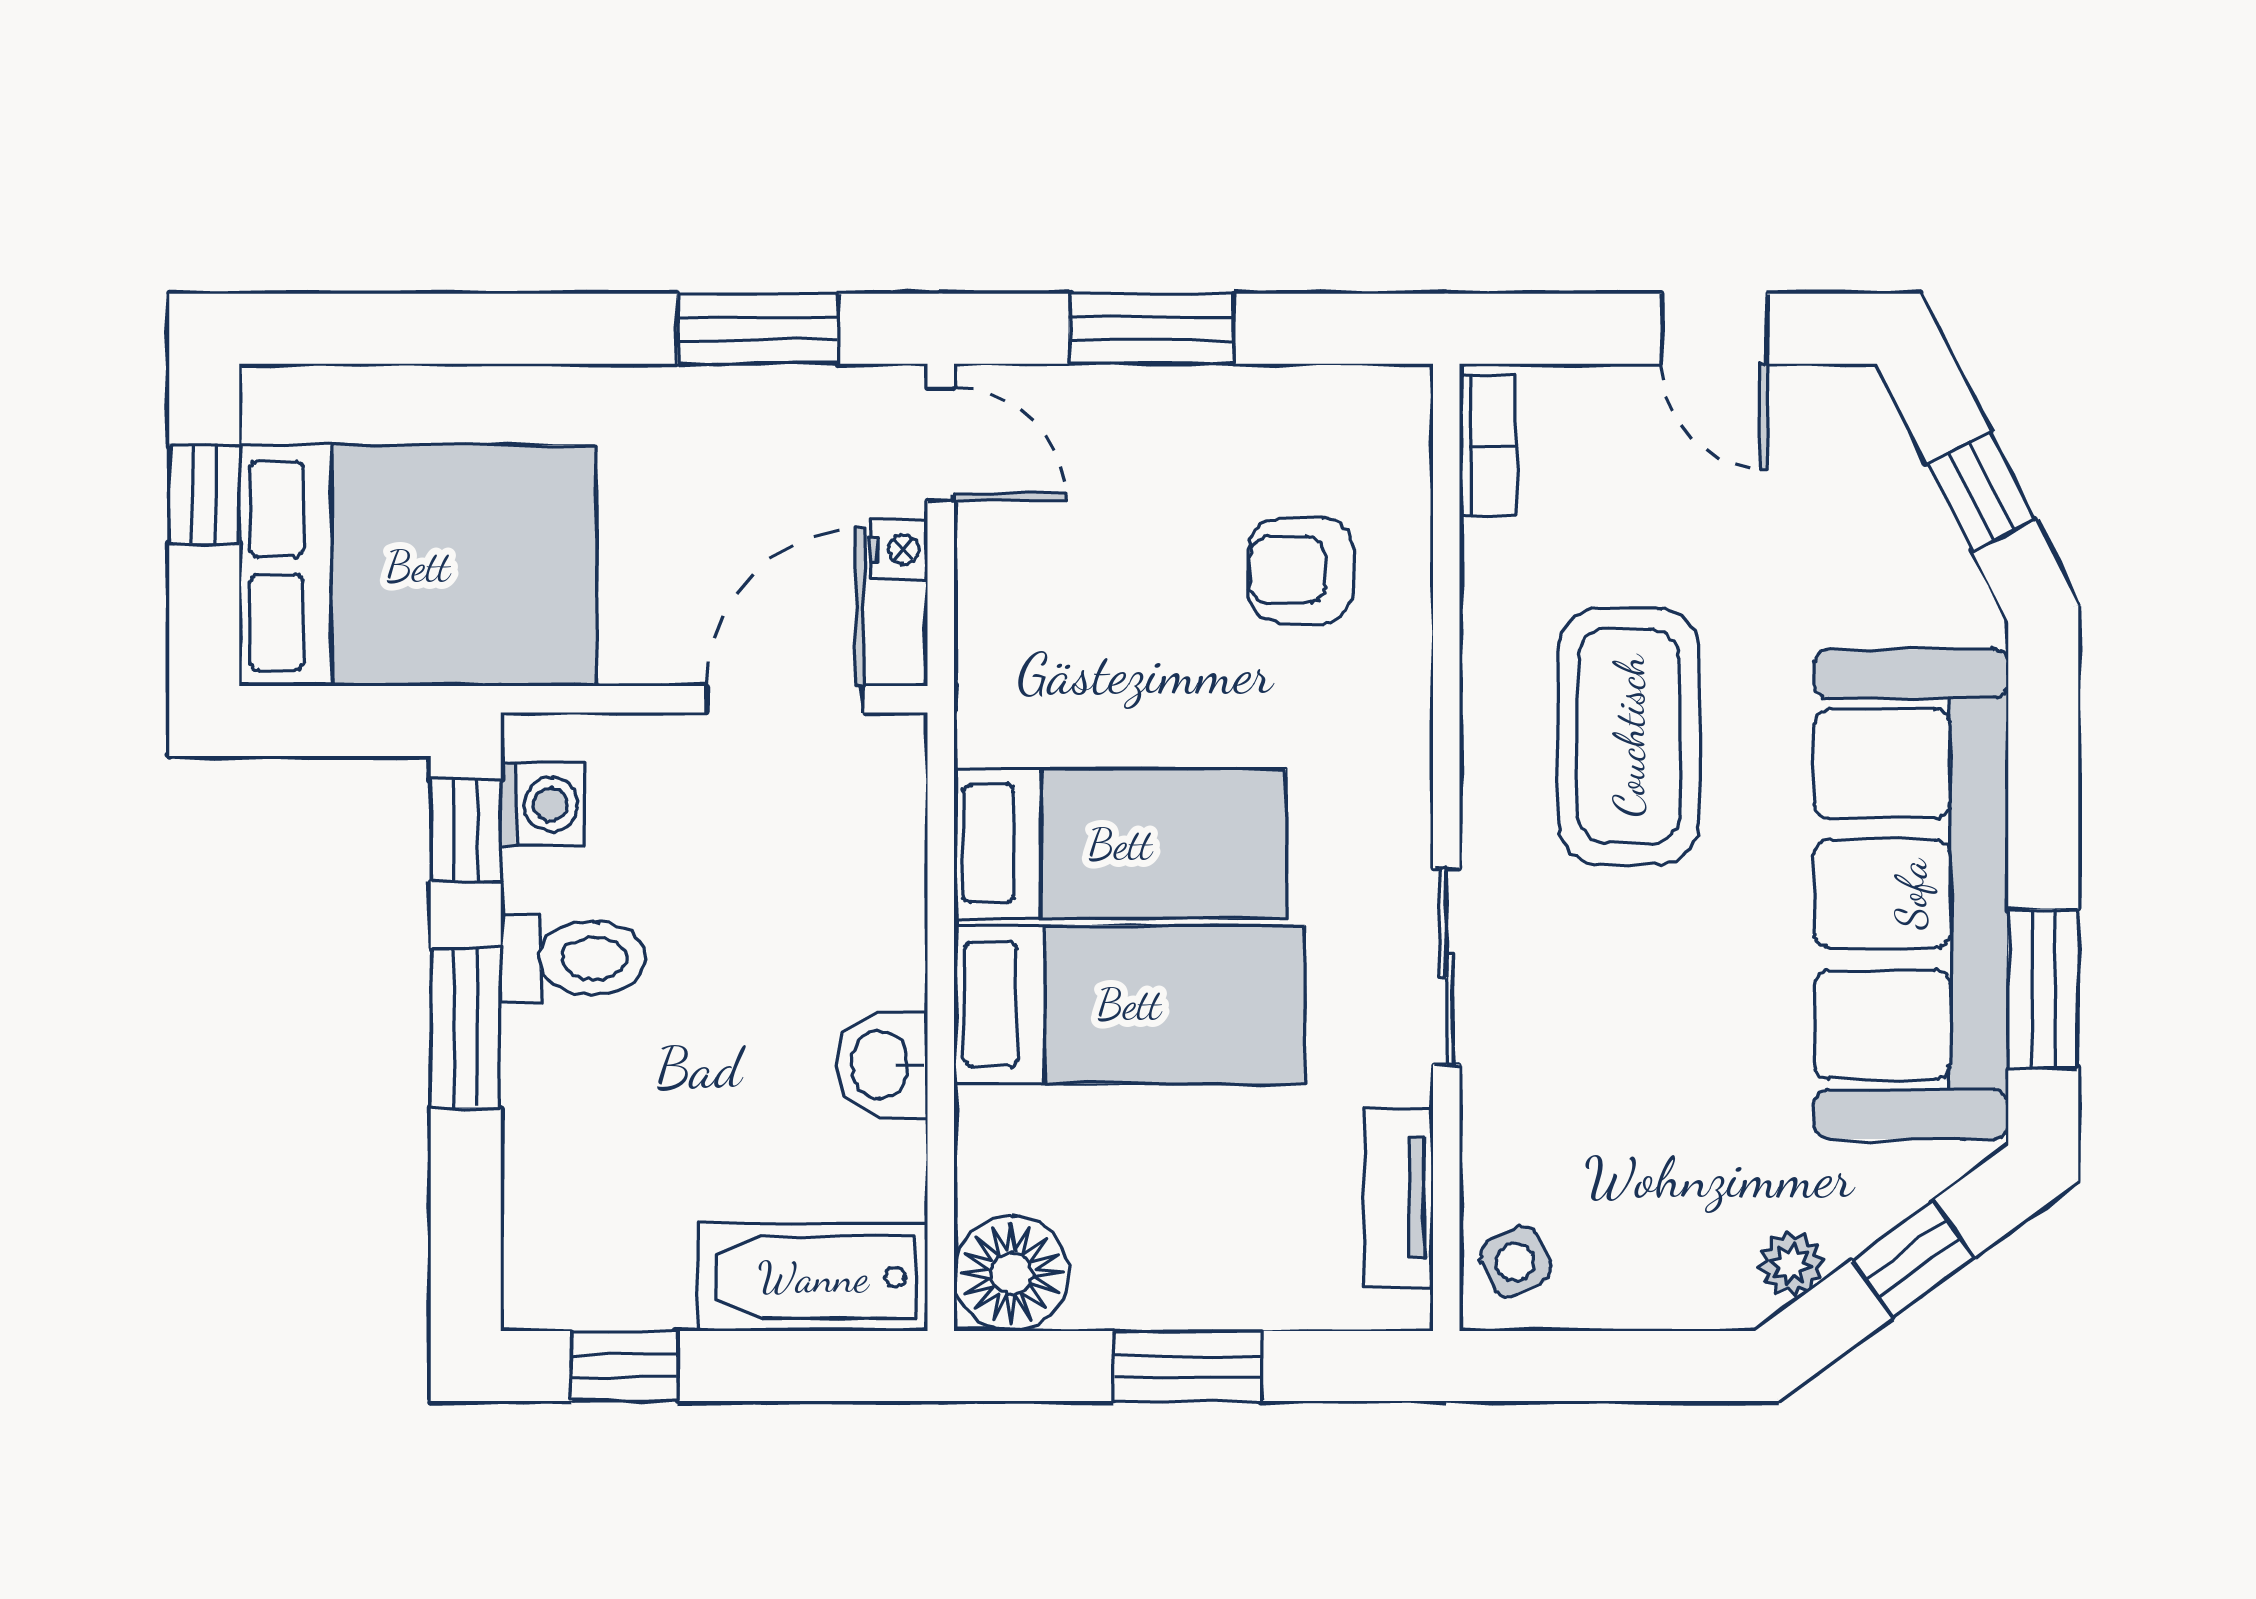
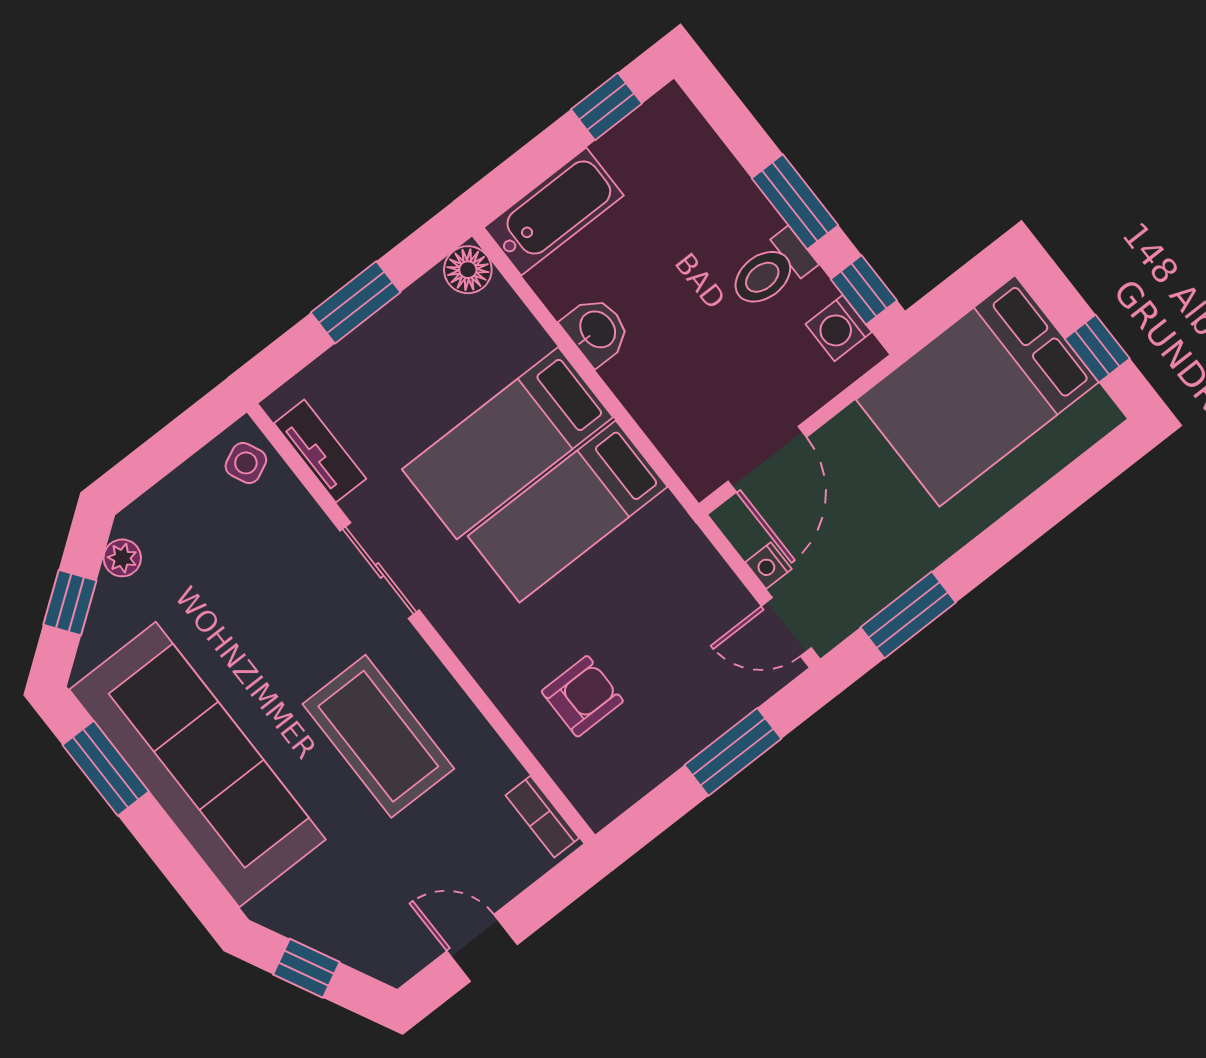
floor lamp: (1011, 1274) -> (468, 270), width x0.73, depth x0.73

